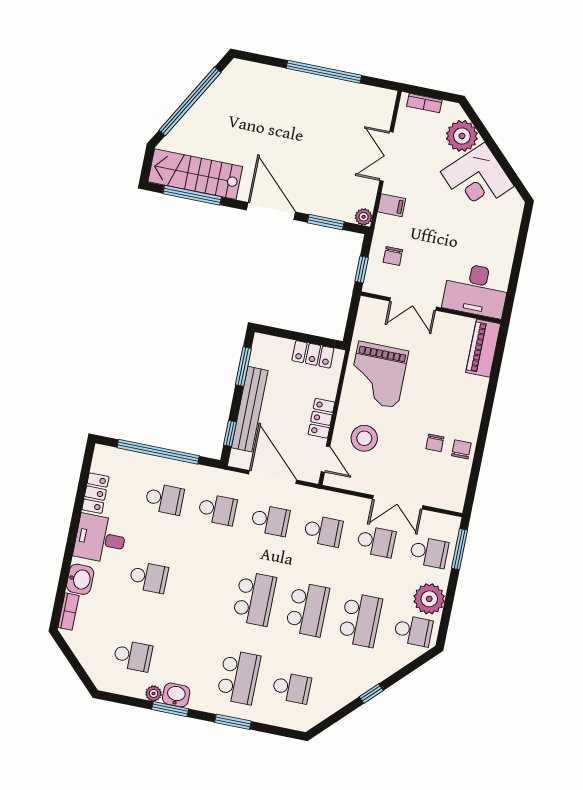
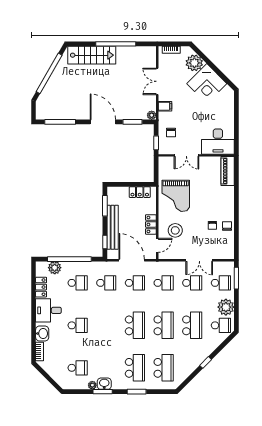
stairs: (195, 174) -> (92, 55), moved, turned 180
door: (325, 459) -> (157, 245), hinge flipped
plant: (128, 462) -> (55, 268), added
school desk: (292, 688) -> (164, 368), width x1.85

